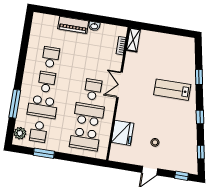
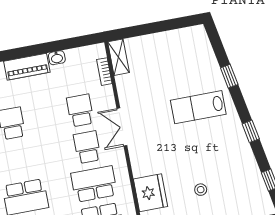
school desk: (47, 82) -> (80, 110), moved

